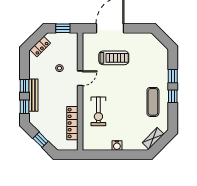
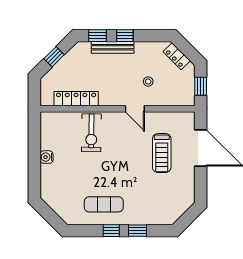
exercise bike: (98, 111) -> (91, 133), turned -89
shelving: (153, 138) -> (56, 205), removed

